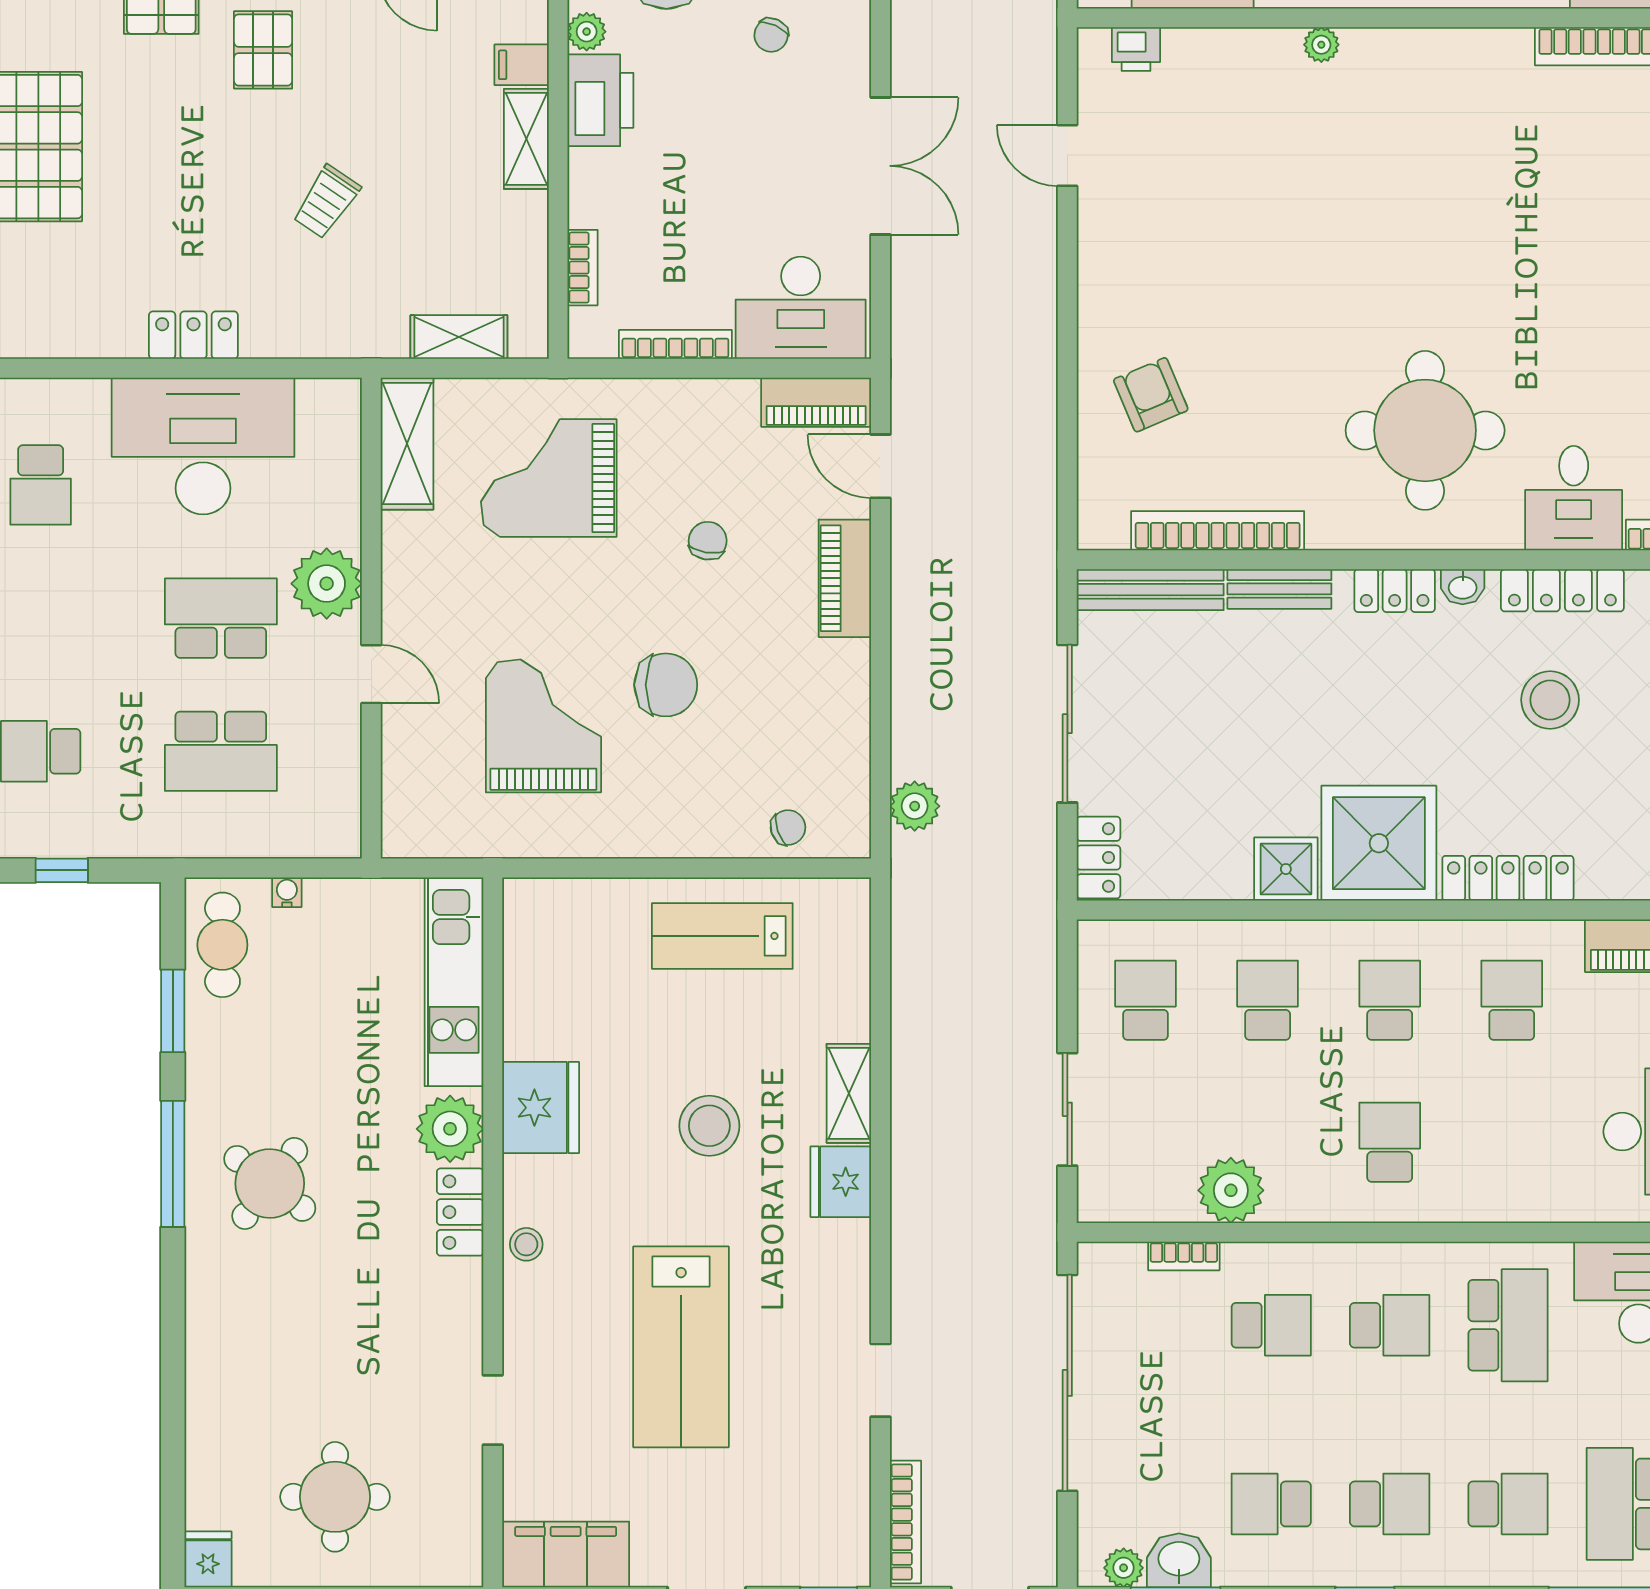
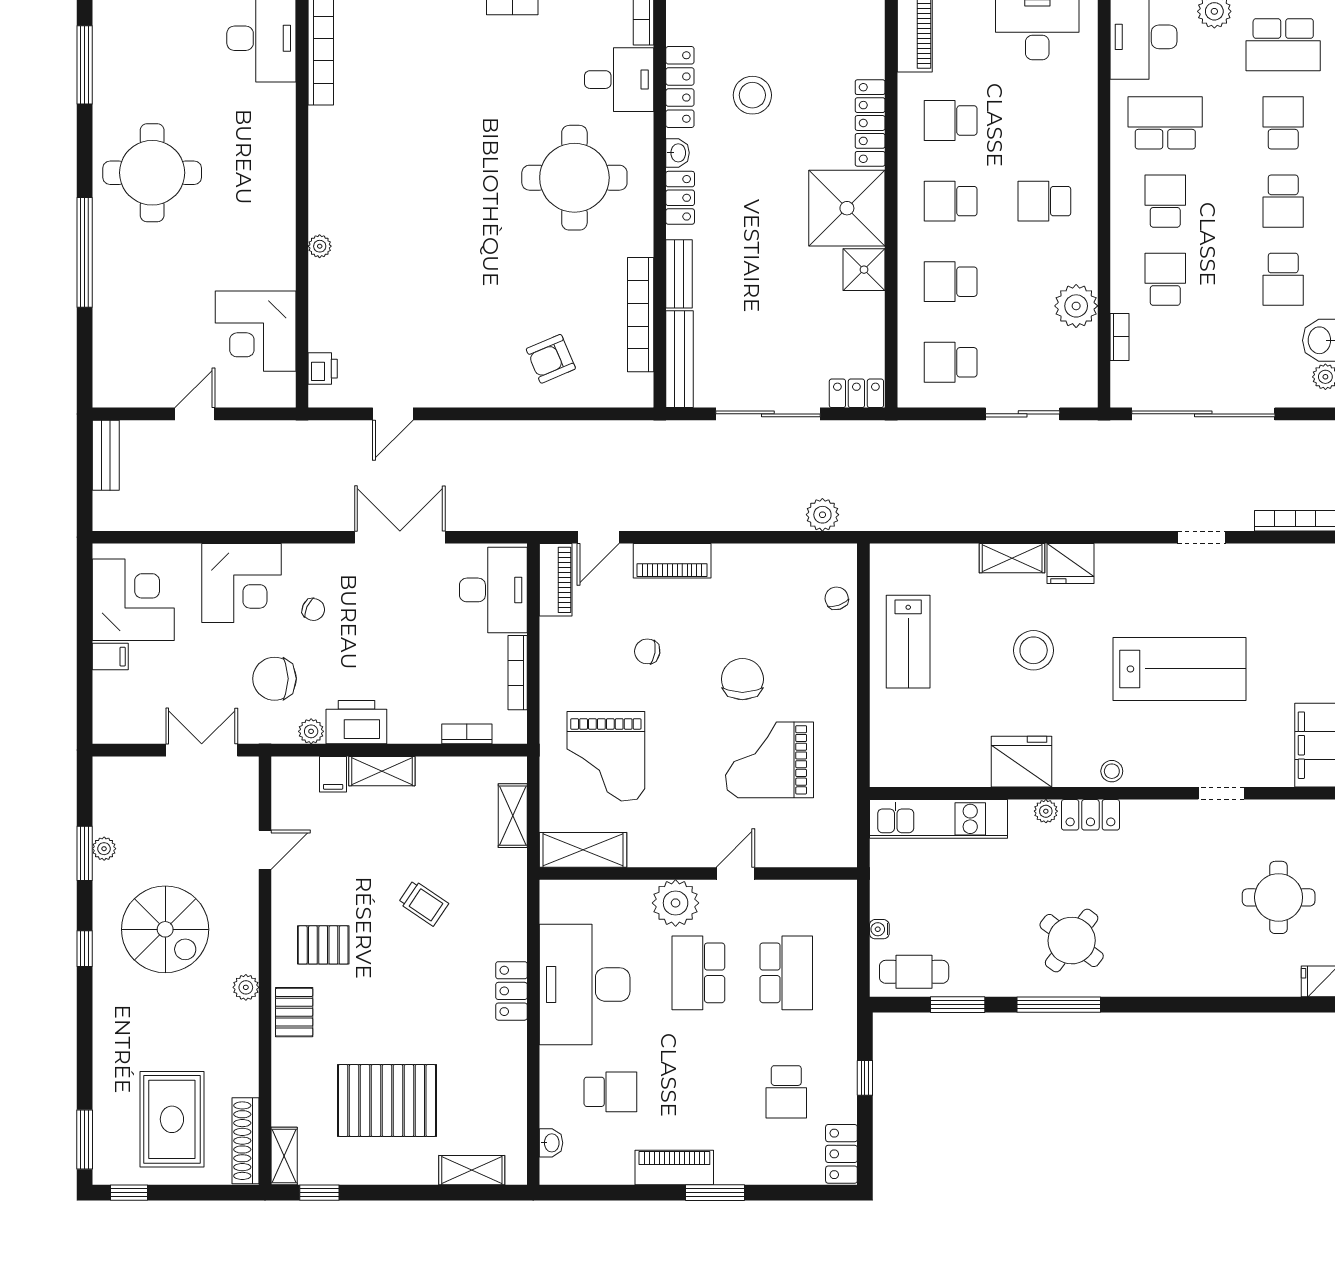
plant: (450, 1129) -> (1046, 811), width x0.53, depth x0.53
school desk: (1390, 1504) -> (1283, 201), turned 180

